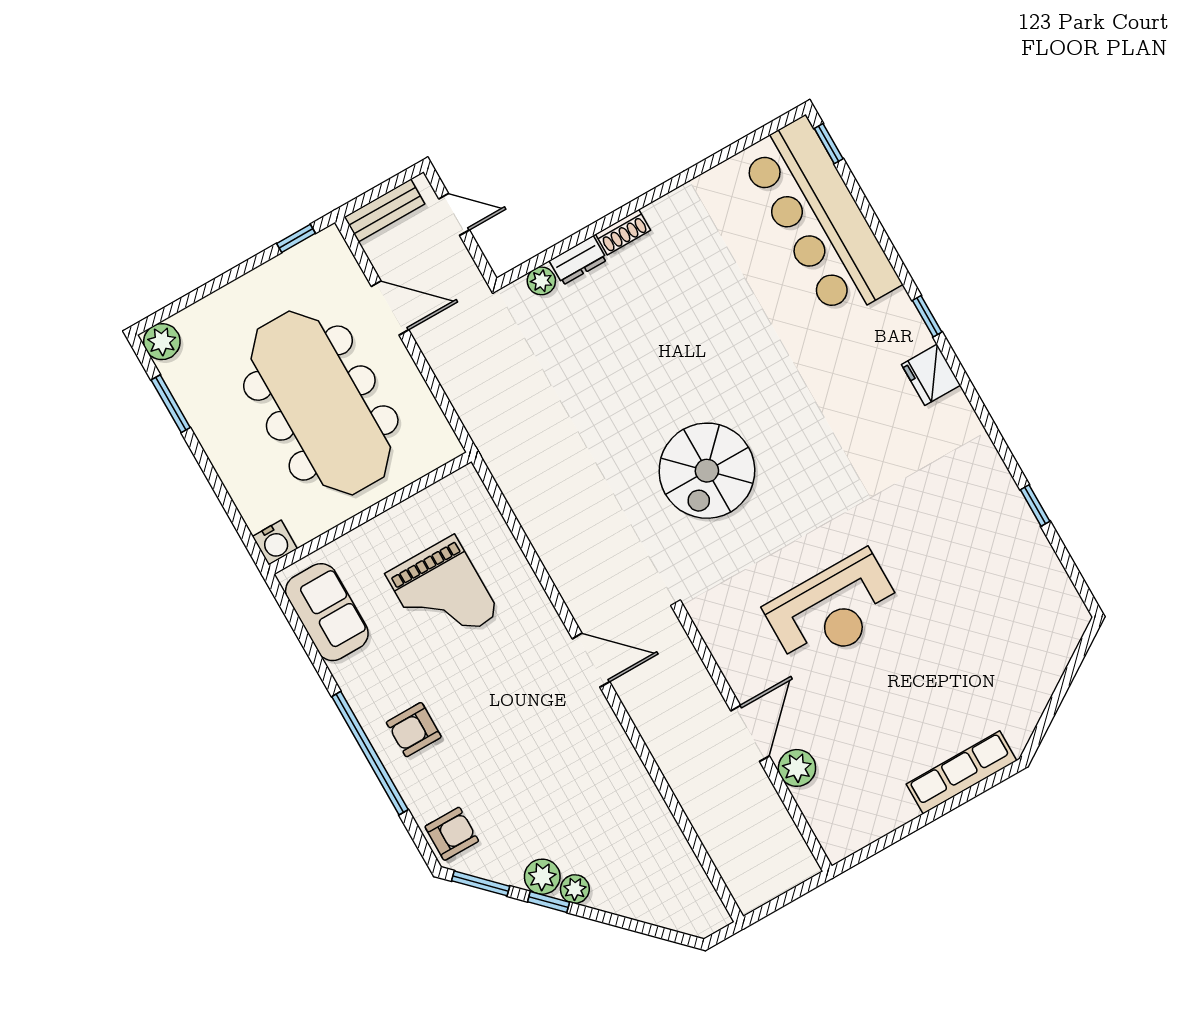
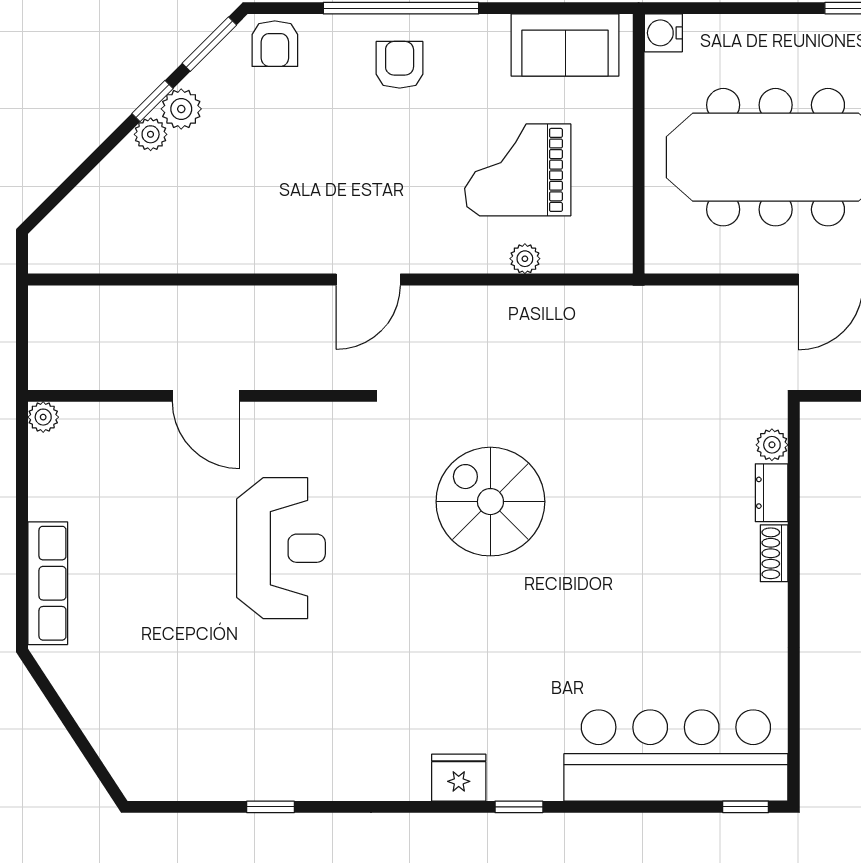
plant: (507, 550) -> (525, 259), added
reception desk: (833, 610) -> (281, 548), turned 180
plant: (797, 768) -> (43, 417), moved, width x0.73, depth x0.73

